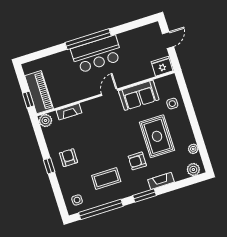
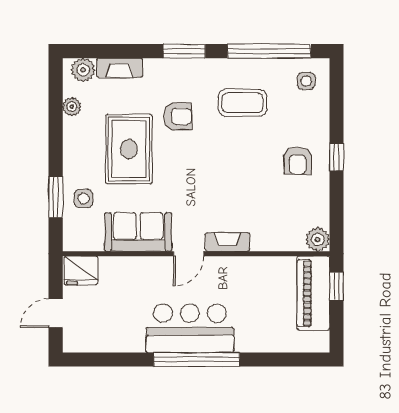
window: (187, 100) -> (56, 197), added
fireplace: (69, 112) -> (228, 242), moved
fireplace: (161, 181) -> (120, 68), moved

